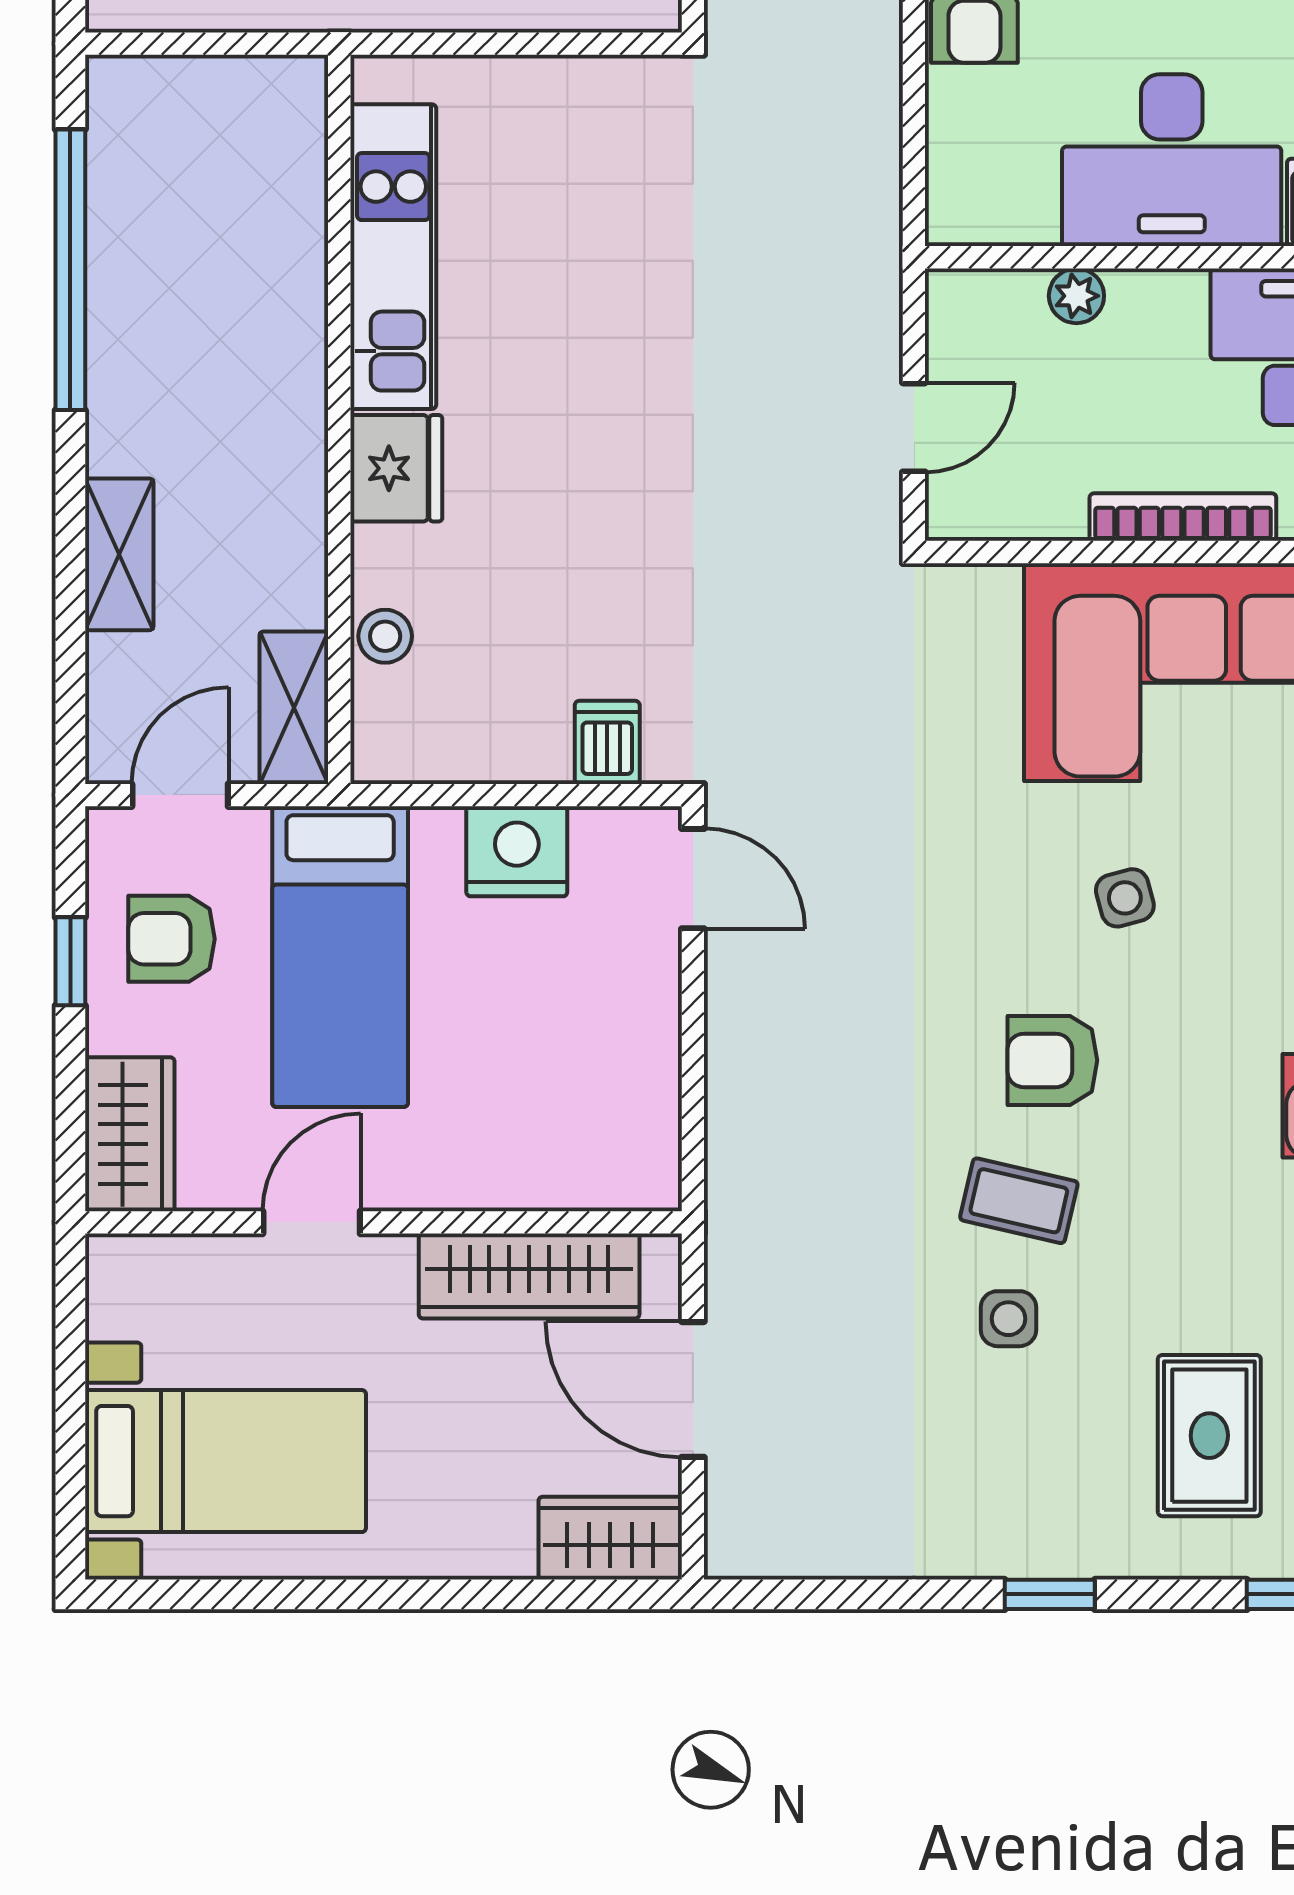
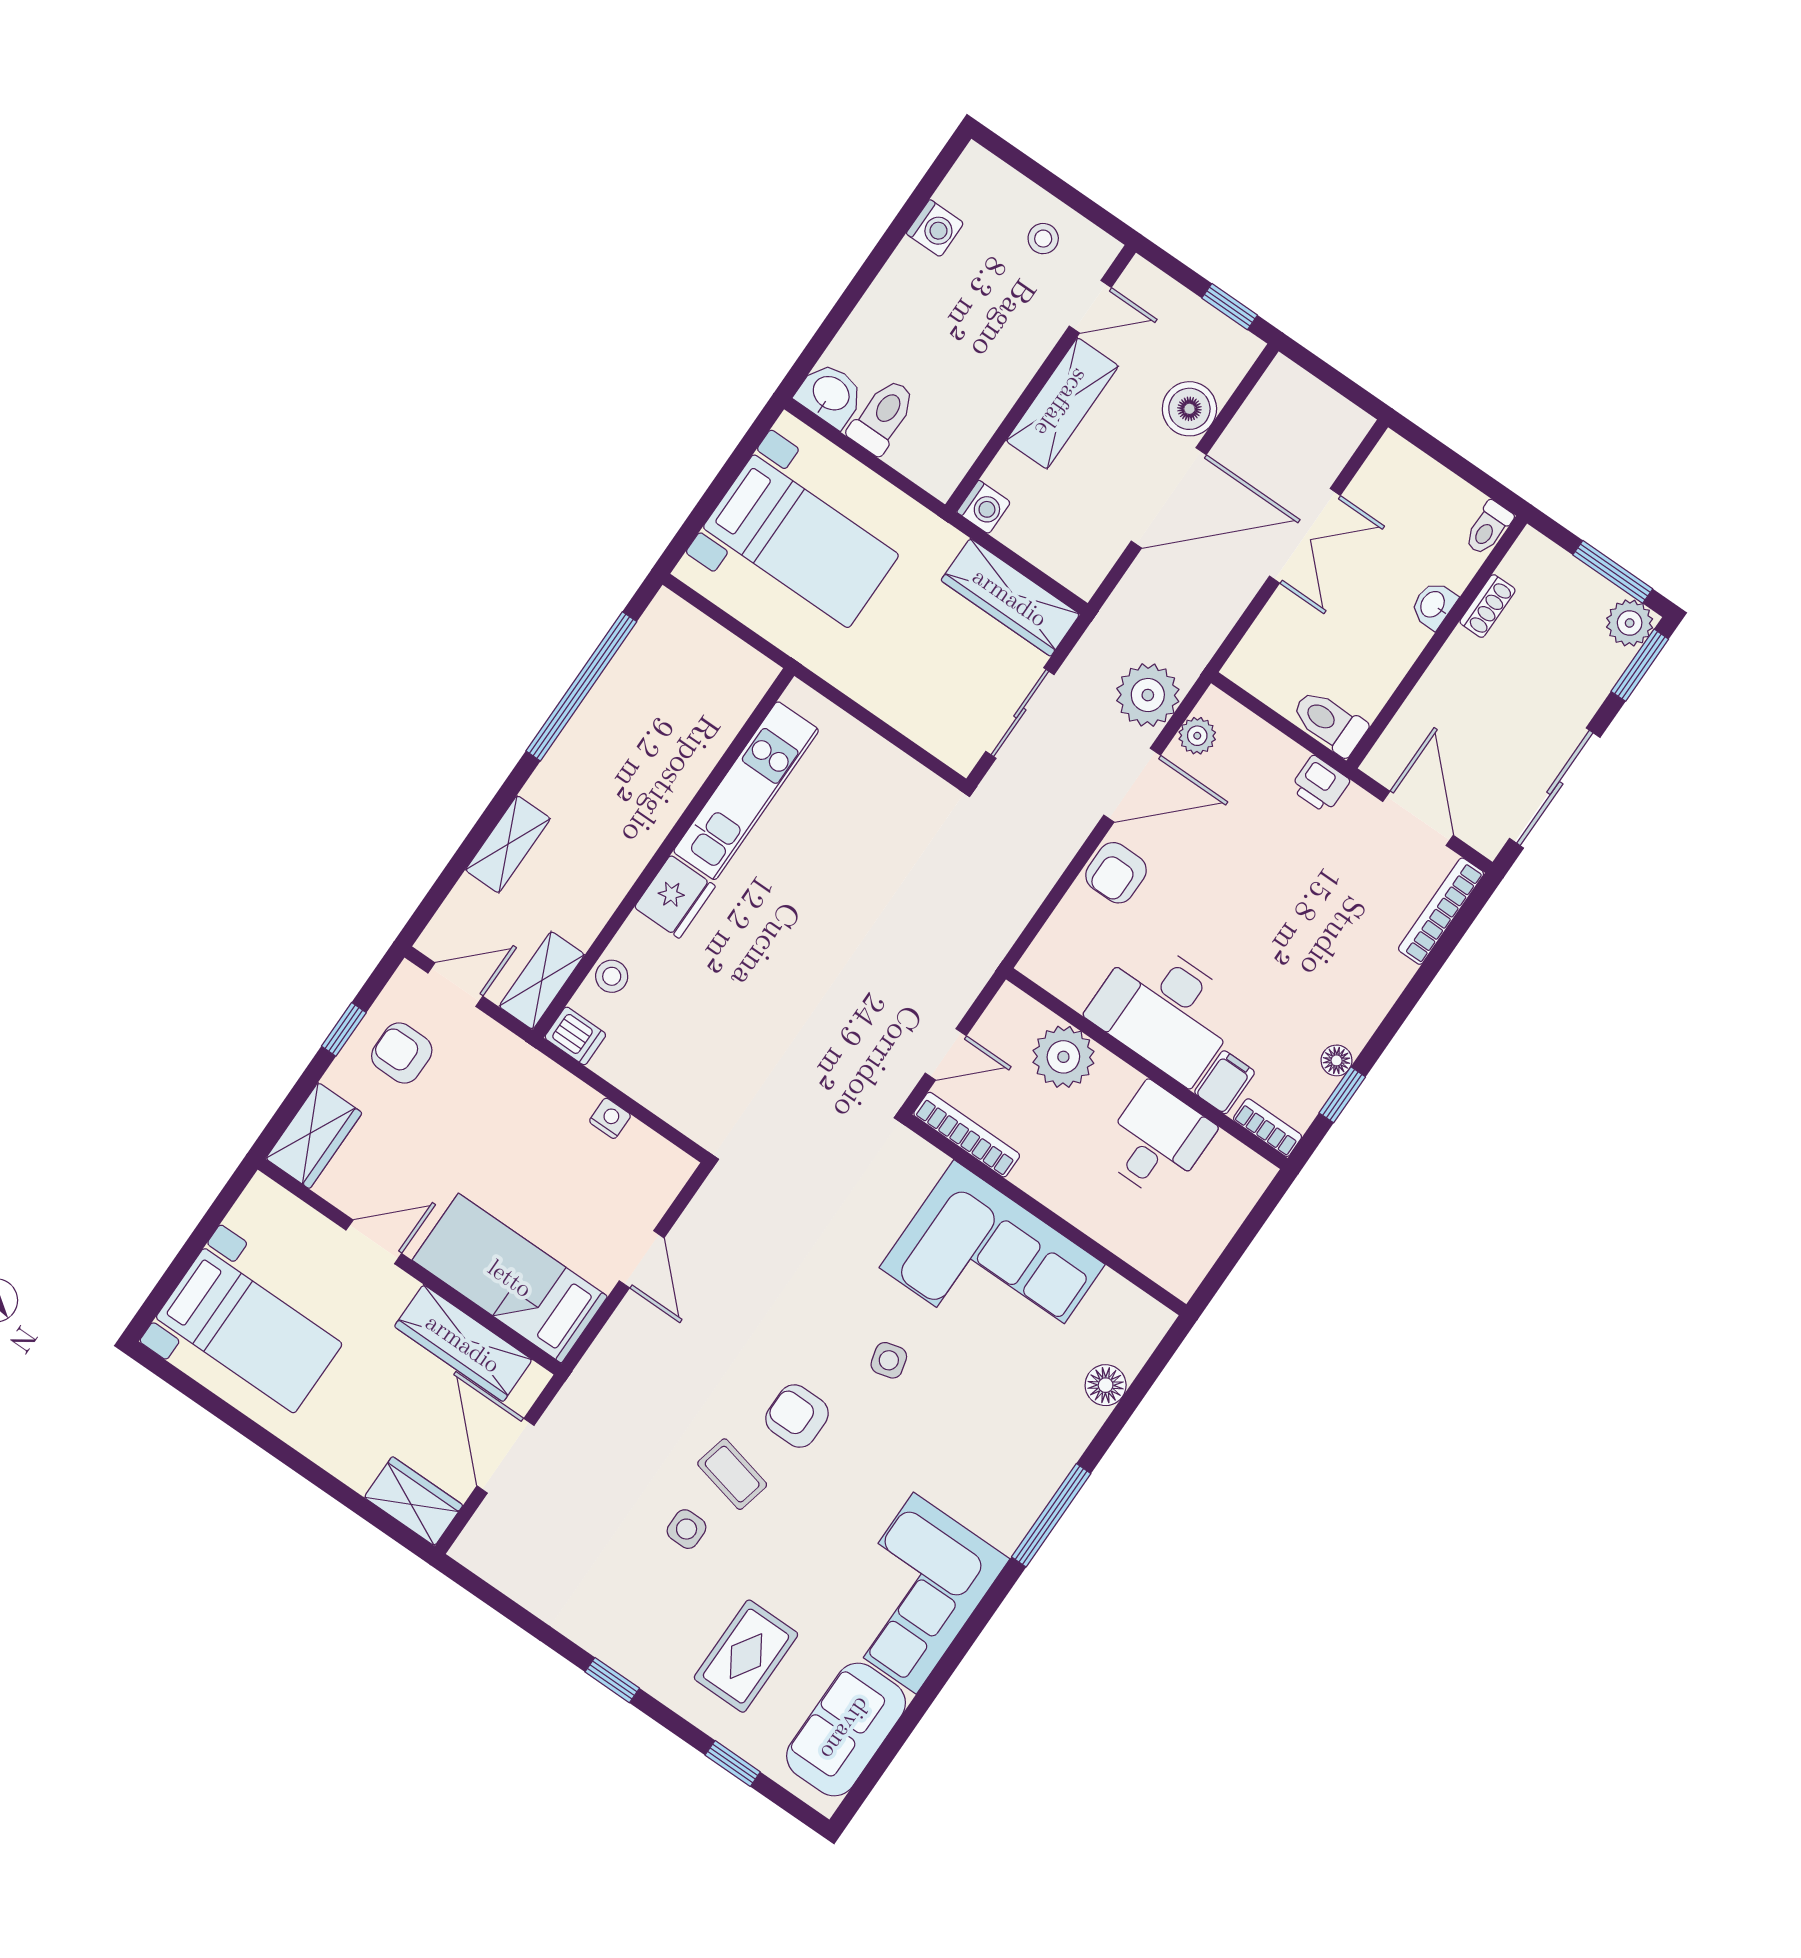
plant: (1076, 296) -> (1063, 1057), width x1.88, depth x1.88
bookcase: (1183, 517) -> (967, 1135), moved
dishwasher: (607, 742) -> (575, 1036), moved, turned 90
nightstand: (517, 851) -> (610, 1118), width x0.53, depth x0.56
door: (693, 879) -> (642, 1259), moved
bed: (340, 957) -> (510, 1278), moved, turned 90

